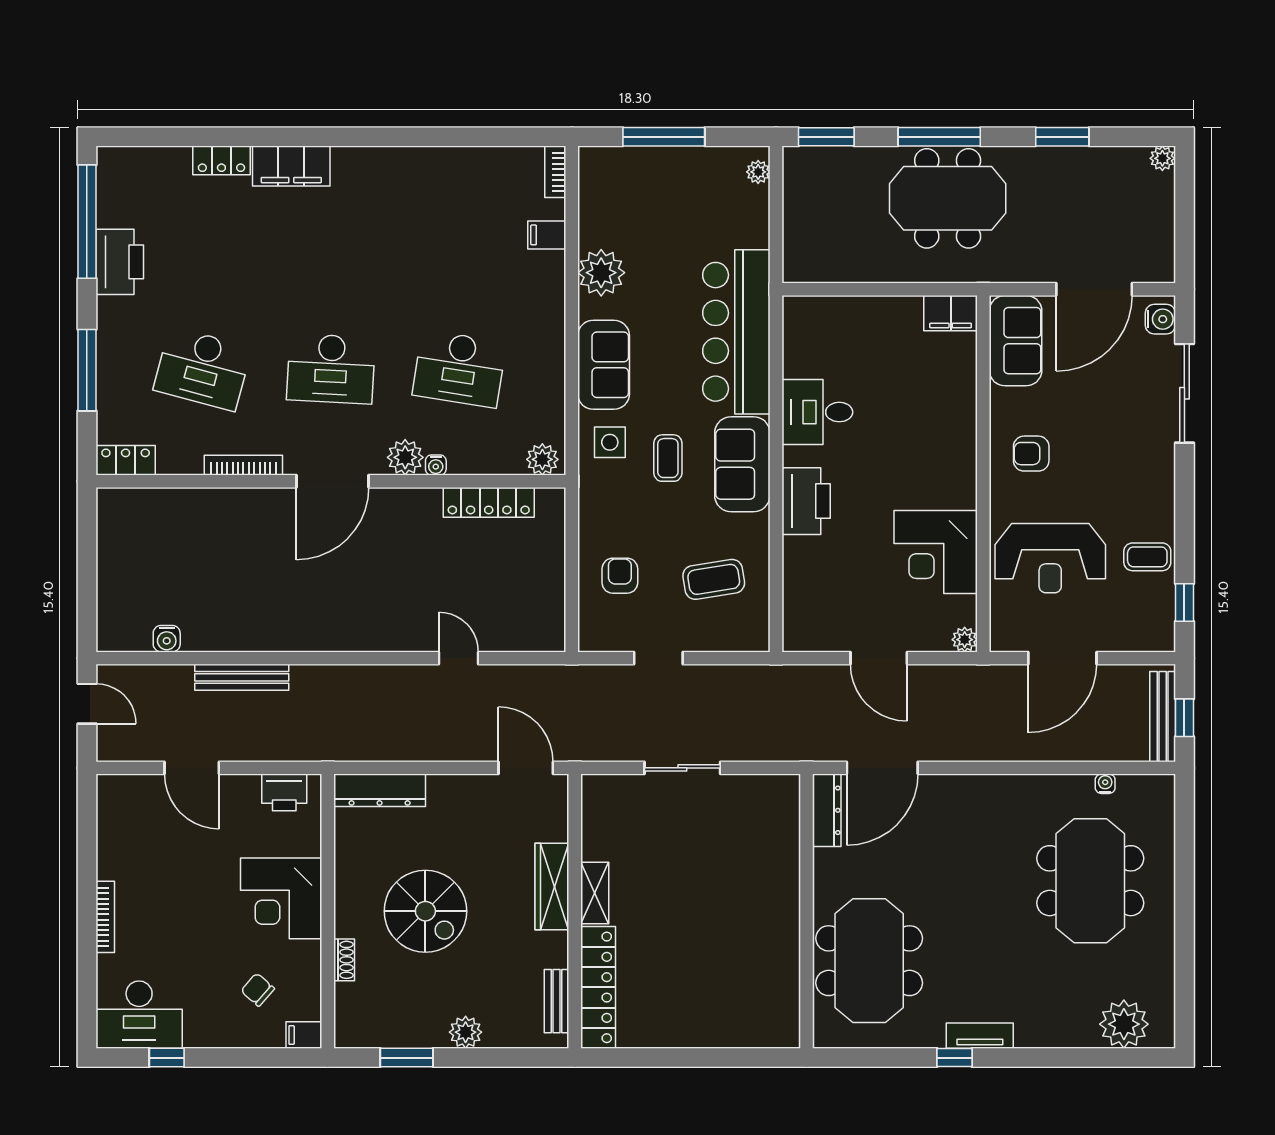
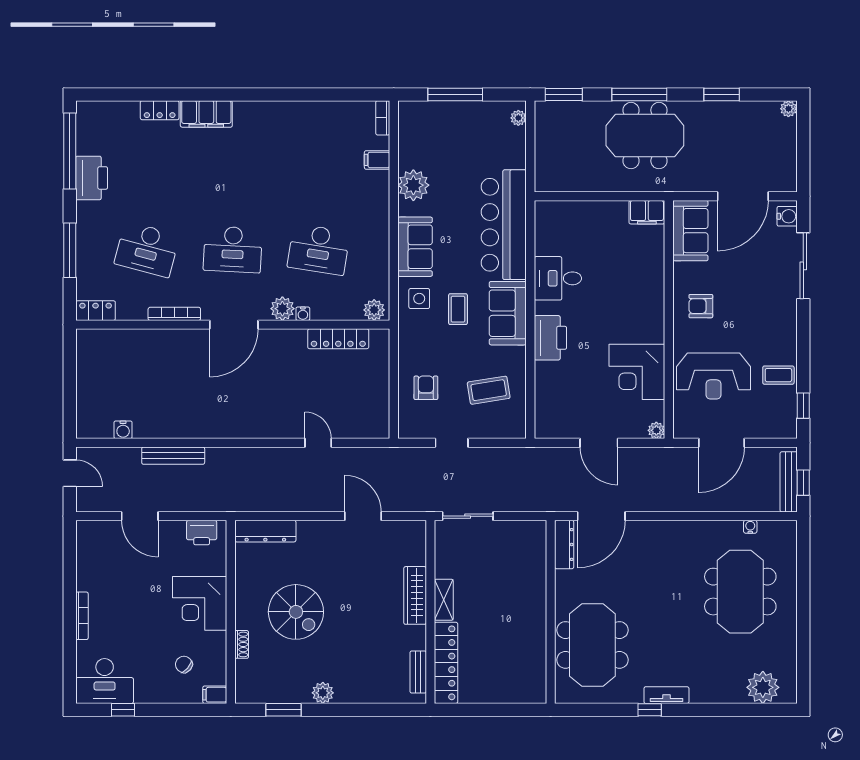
wardrobe: (552, 887) -> (415, 595), moved
shelving: (595, 893) -> (444, 600), moved
wall: (575, 911) -> (430, 612), moved
locker: (598, 987) -> (446, 663), moved
bench: (557, 1001) -> (418, 672), moved

